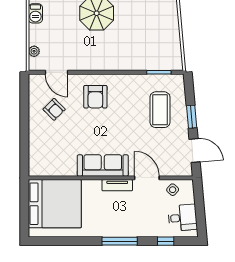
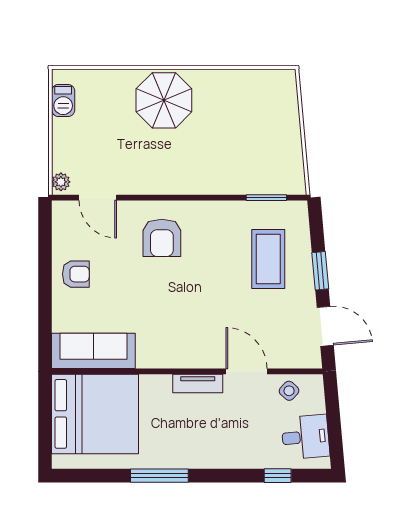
plant: (34, 51) -> (61, 182), moved
armchair: (54, 109) -> (76, 274), moved, turned -45
sofa: (103, 165) -> (93, 351), moved
window: (120, 241) -> (159, 476), moved

